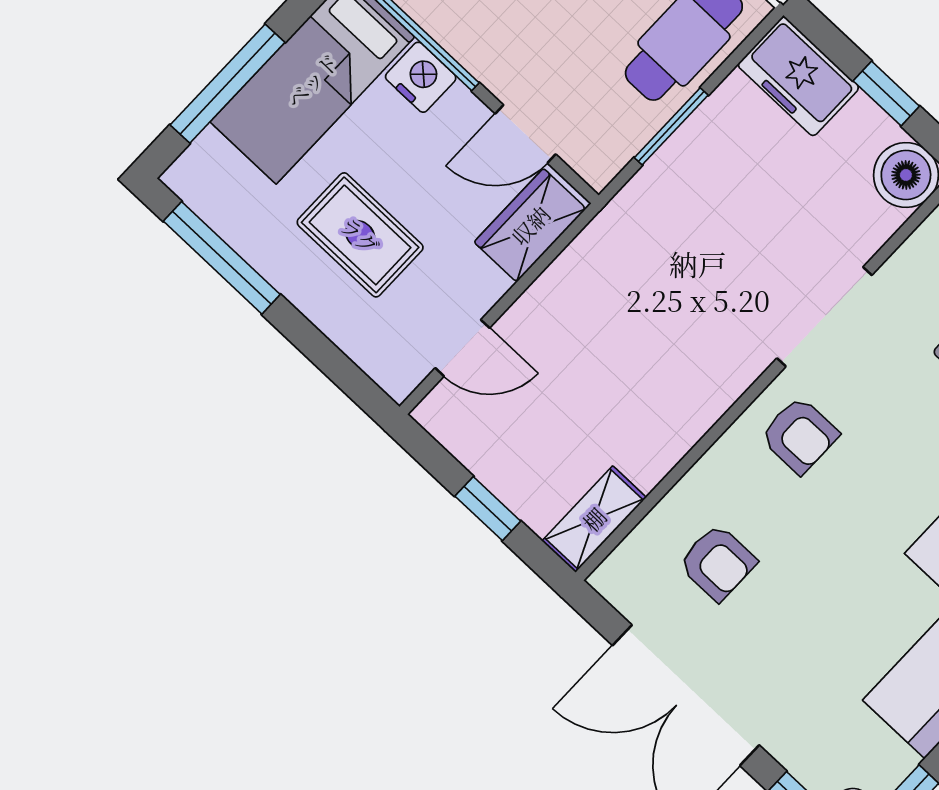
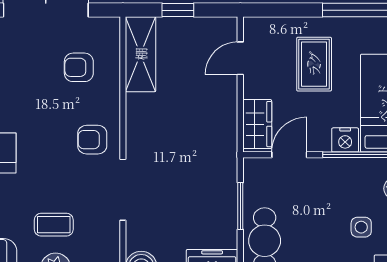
rug: (360, 235) -> (314, 64), turned 90
shelving: (594, 519) -> (141, 54), width x1.50, depth x1.33

